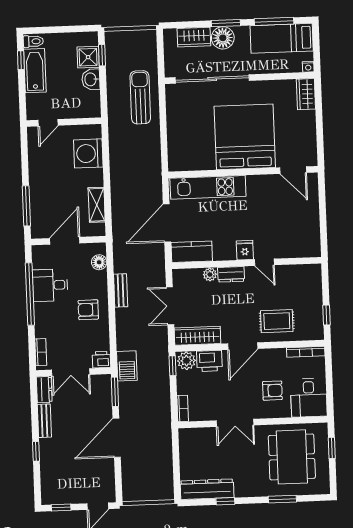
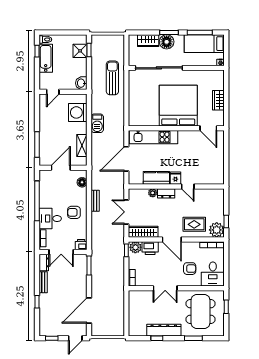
washbasin: (91, 79) -> (81, 83), moved
wardrobe: (306, 94) -> (218, 100), moved
kitchen counter: (192, 252) -> (156, 178), moved
desk: (50, 285) -> (50, 219), moved
plant: (312, 329) -> (217, 230), added
door: (243, 346) -> (172, 239), hinge flipped
barbecue: (127, 366) -> (97, 123), moved
door: (117, 438) -> (89, 310), moved
dresser: (207, 489) -> (164, 330), moved

